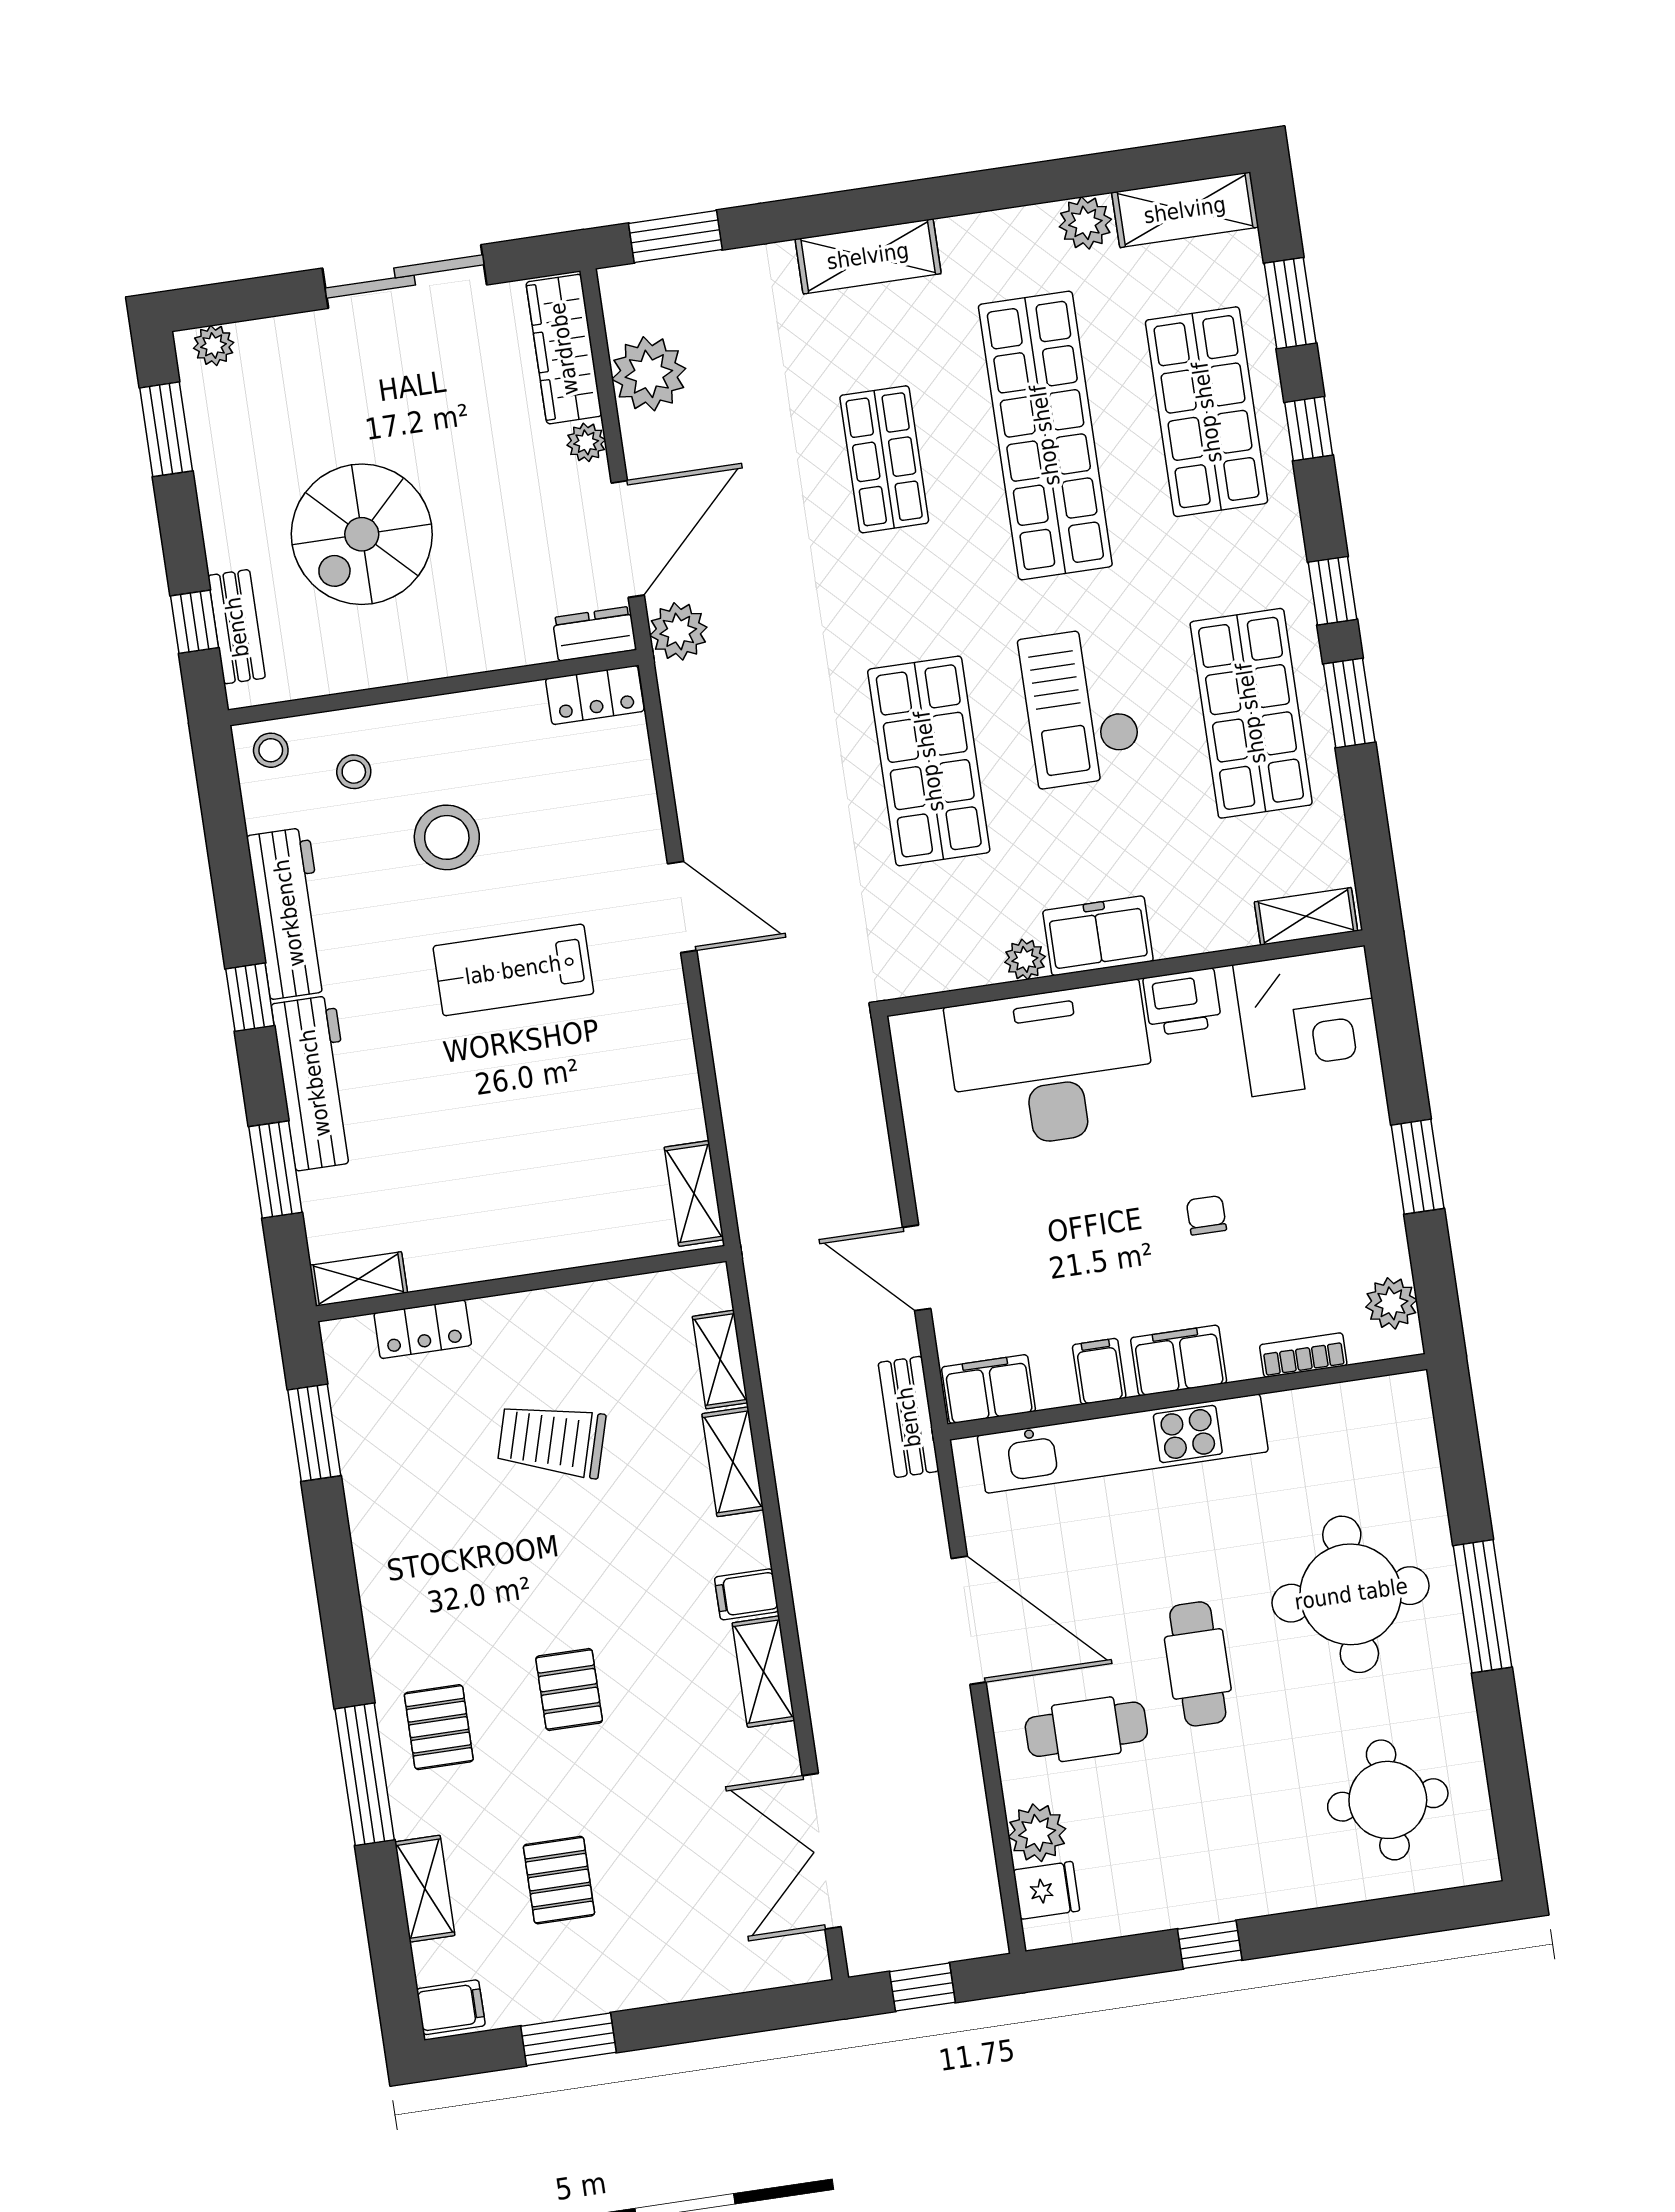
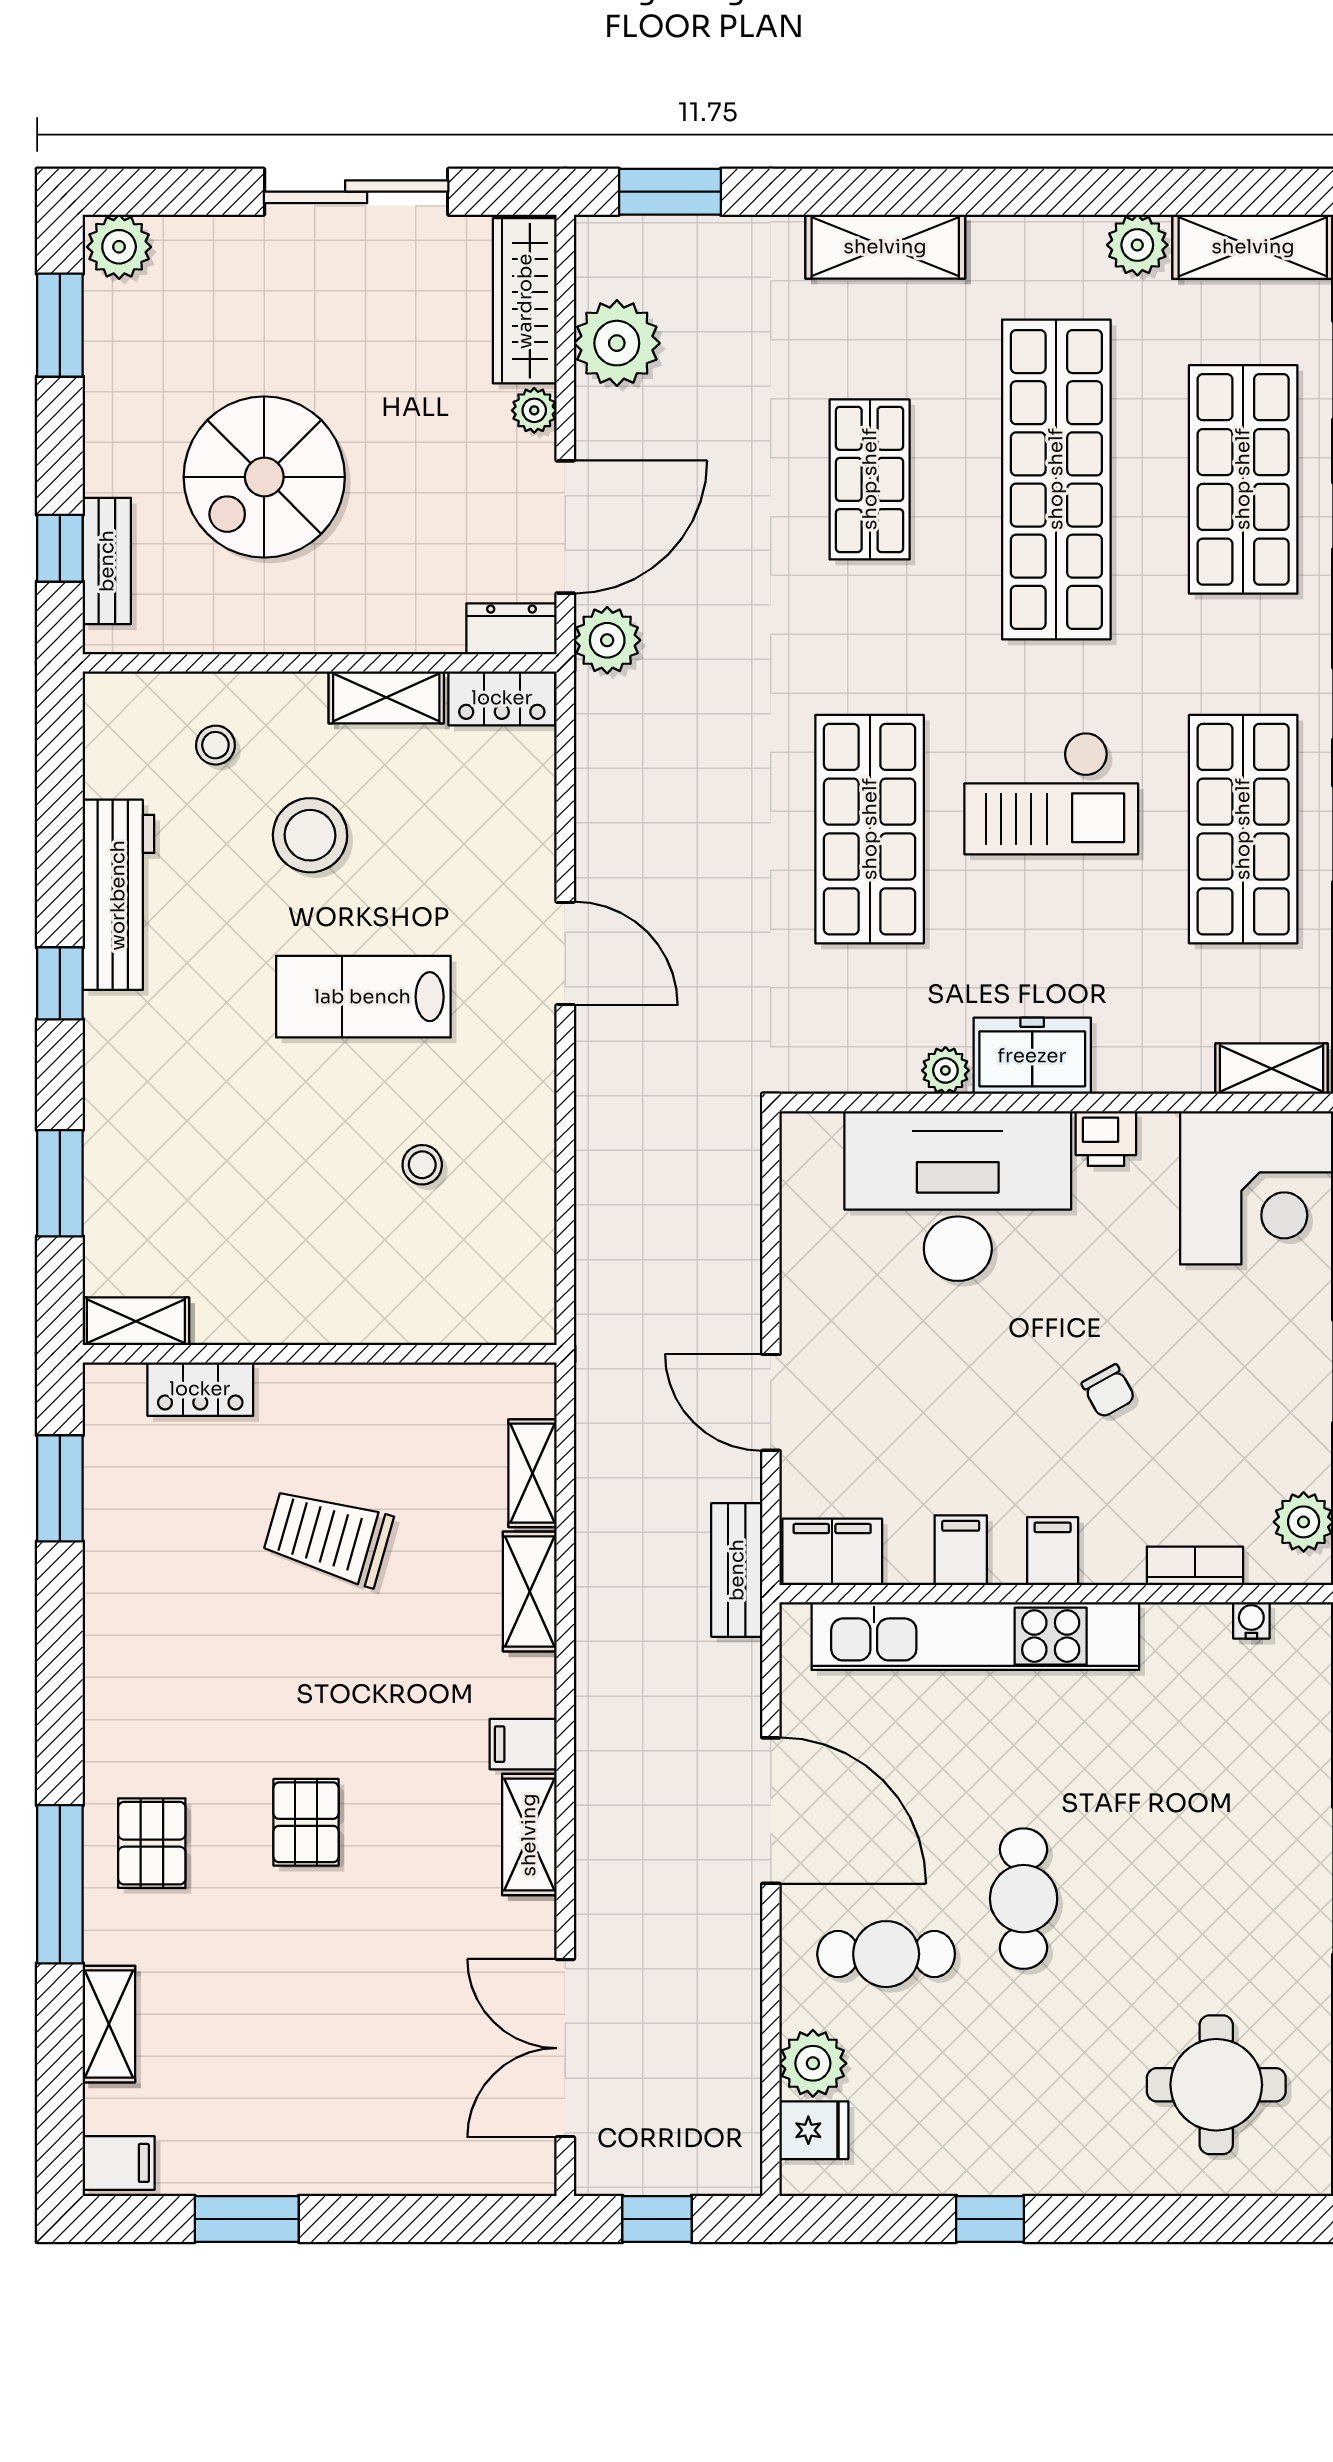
plant: (214, 345) -> (119, 247), width x1.38, depth x1.38
checkout: (1081, 707) -> (1051, 793), turned -90
stool: (271, 750) -> (422, 1165), moved
printer: (1182, 1002) -> (1106, 1139), width x0.73, depth x0.81
workbench: (315, 1083) -> (119, 1092), removed
shelving: (694, 1193) -> (386, 697), moved, turned 90
chair: (1206, 1215) -> (1108, 1391), turned 151
filing cabinet: (1179, 1360) -> (1053, 1551), width x0.50
water cooler: (1359, 1395) -> (1251, 1620), added
round table: (1351, 1594) -> (1208, 1845), removed
pallet: (559, 1880) -> (263, 2037), removed

